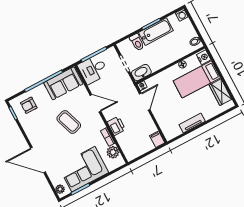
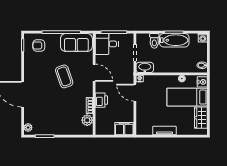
door: (145, 102) -> (135, 93), swing flipped
filing cabinet: (157, 139) -> (124, 129), width x2.00
corner sofa: (83, 169) -> (56, 121), removed

